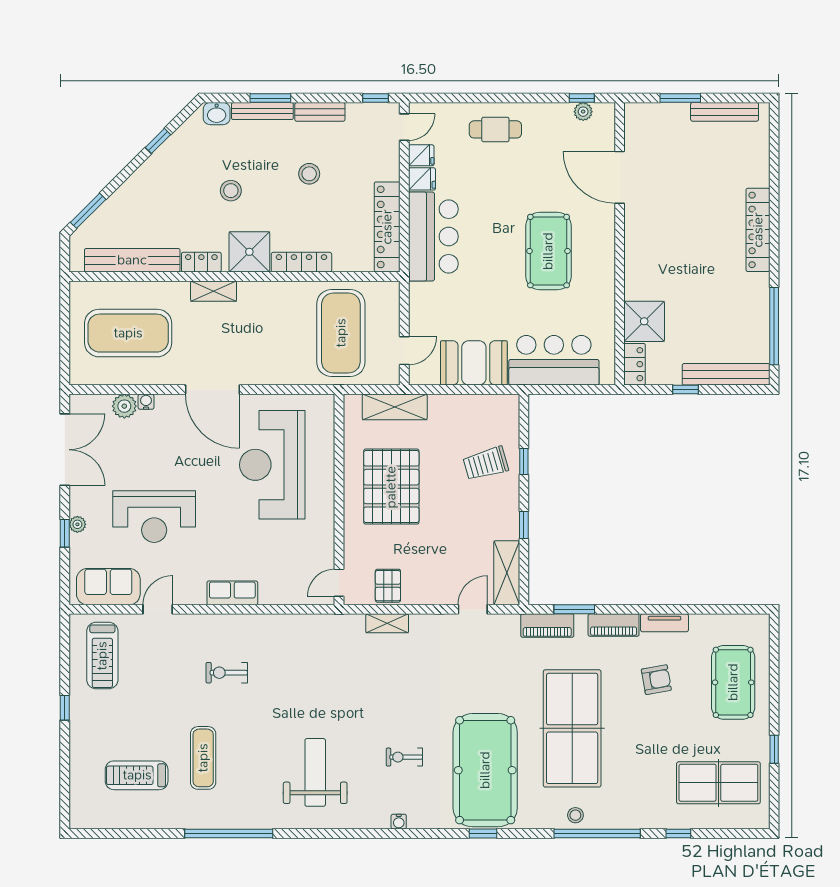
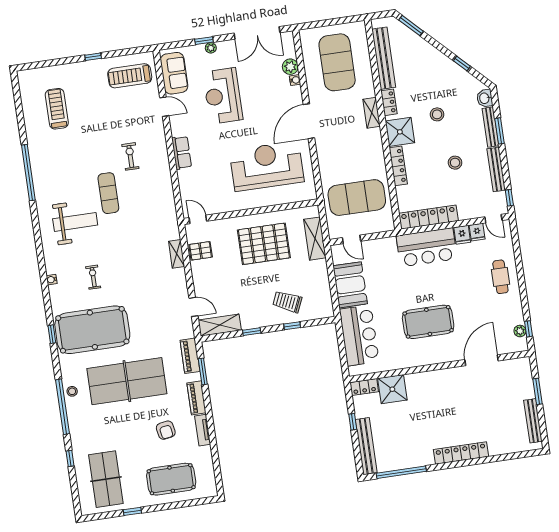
bench: (320, 112) -> (496, 169), width x1.36
trolley: (486, 463) -> (287, 302), turned -50
exercise mat: (203, 758) -> (108, 193), moved, turned 90

